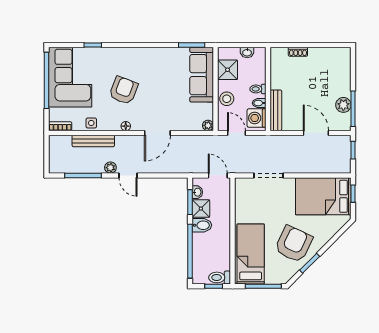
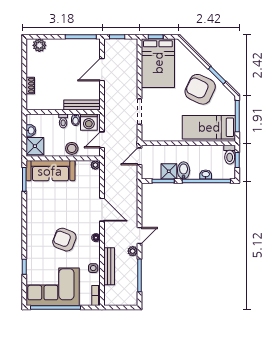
shower: (227, 70) -> (35, 146), moved
plant: (343, 105) -> (39, 45), moved
washbasin: (197, 192) -> (206, 174), moved

